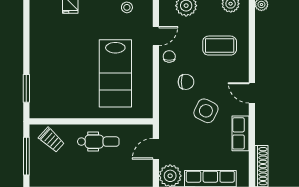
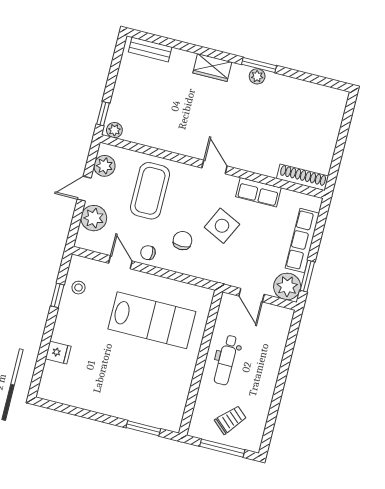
coffee table: (220, 46) -> (150, 191), width x1.36, depth x1.32
door: (252, 93) -> (215, 167), swing flipped
trolley: (52, 140) -> (231, 420), moved
dental chair: (98, 142) -> (226, 360), turned 180

